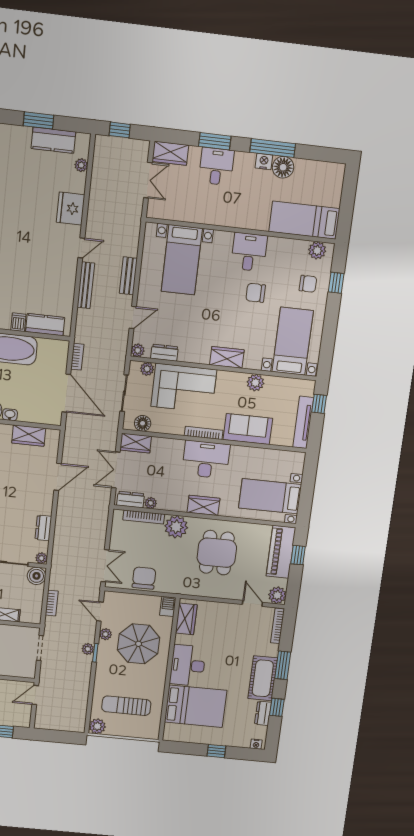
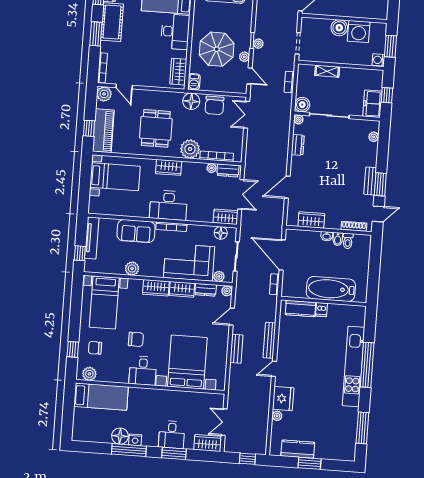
plant: (81, 165) -> (277, 416), moved
bed with nightstands: (182, 260) -> (187, 362), width x1.36
wardrobe: (194, 354) -> (182, 289), added
floor lamp: (172, 584) -> (191, 101), added

